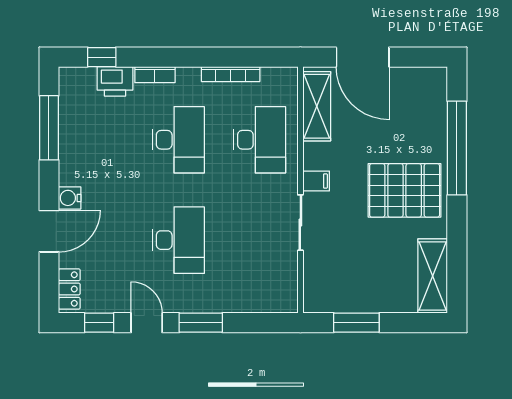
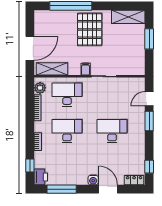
plant: (275, 80) -> (40, 88), added
printer: (115, 81) -> (41, 177), moved
door: (147, 323) -> (149, 99), moved
window: (356, 323) -> (149, 39), moved

